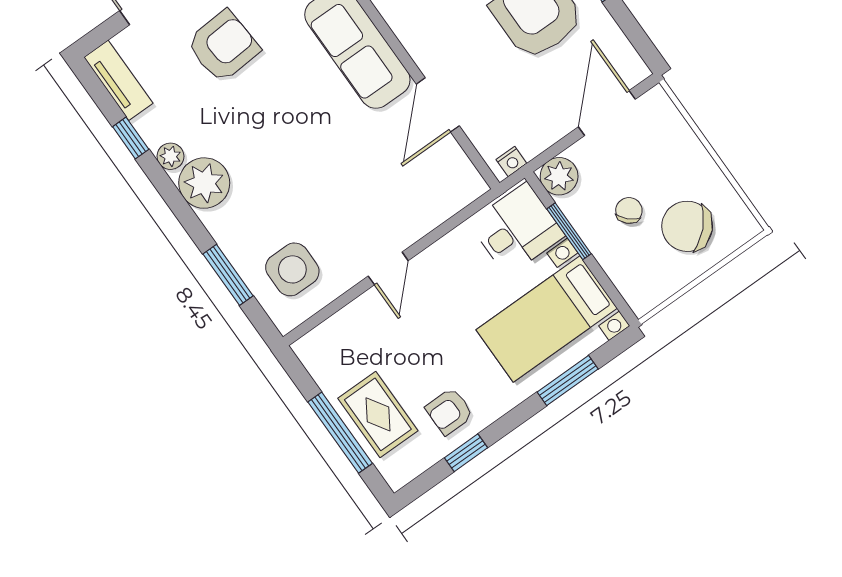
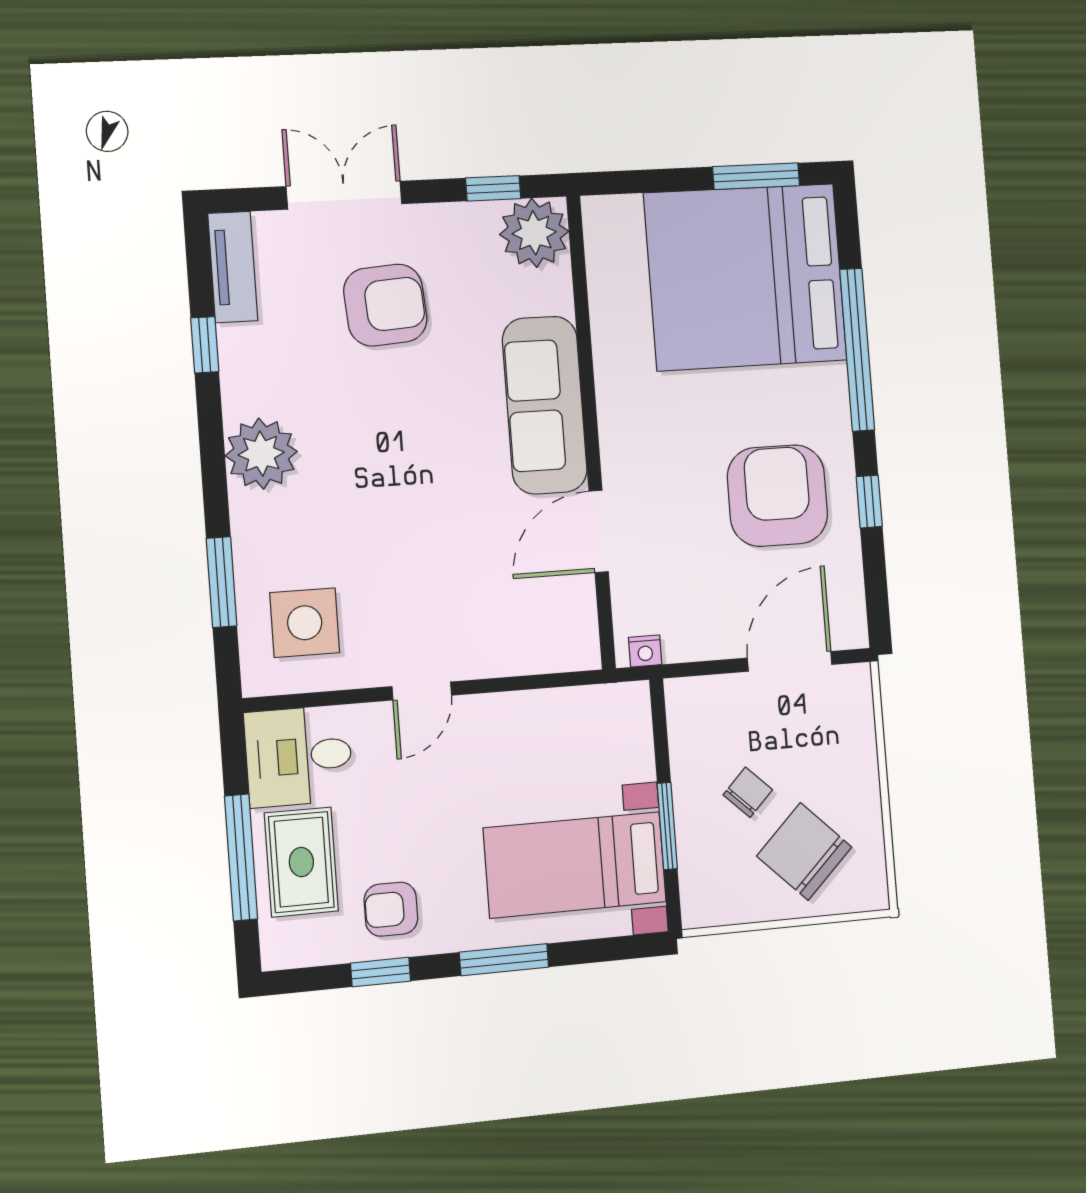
plant: (170, 156) -> (240, 396), removed
plant: (559, 176) -> (690, 702), removed
desk: (517, 229) -> (299, 756), moved, turned 180
window: (569, 231) -> (667, 826), moved
window: (568, 380) -> (504, 960), moved

